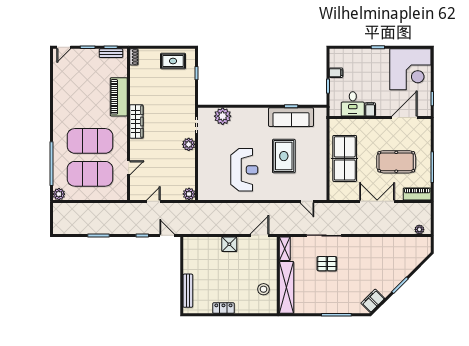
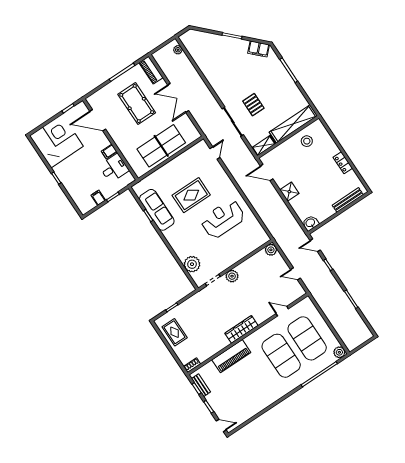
door: (167, 235) -> (315, 245), hinge flipped
washbasin: (189, 244) -> (310, 223), added

